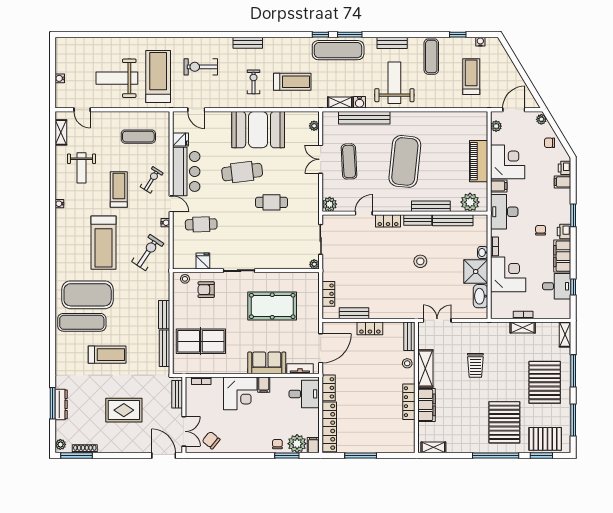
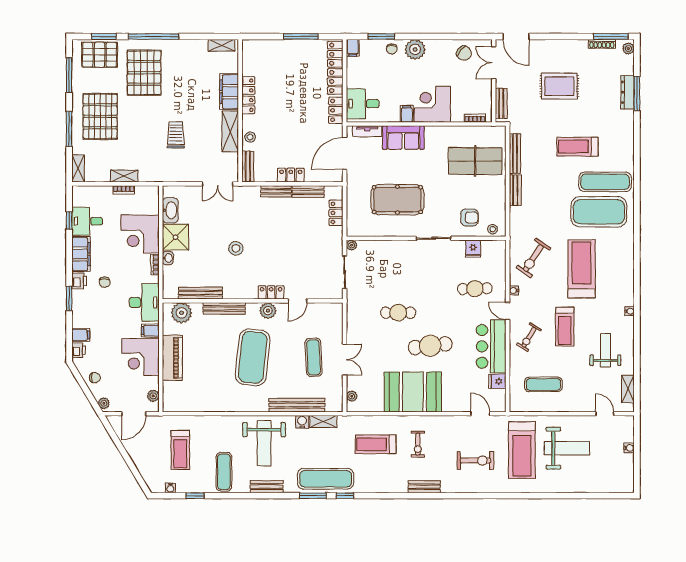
plant: (330, 204) -> (268, 311), moved
bench: (418, 220) -> (276, 191), moved
plant: (297, 444) -> (415, 49), moved

